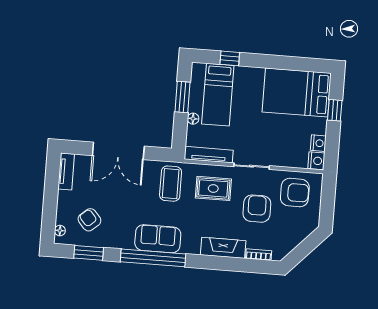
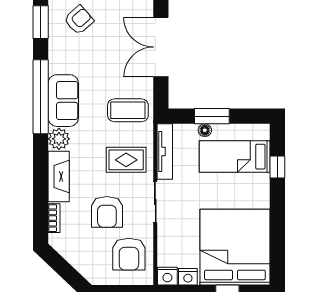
bed: (297, 93) -> (235, 247), width x1.36
window: (182, 97) -> (212, 116), moved
rug: (213, 188) -> (126, 160), turned 90
armchair: (257, 209) -> (107, 212), turned 90
plant: (191, 245) -> (59, 139), added

